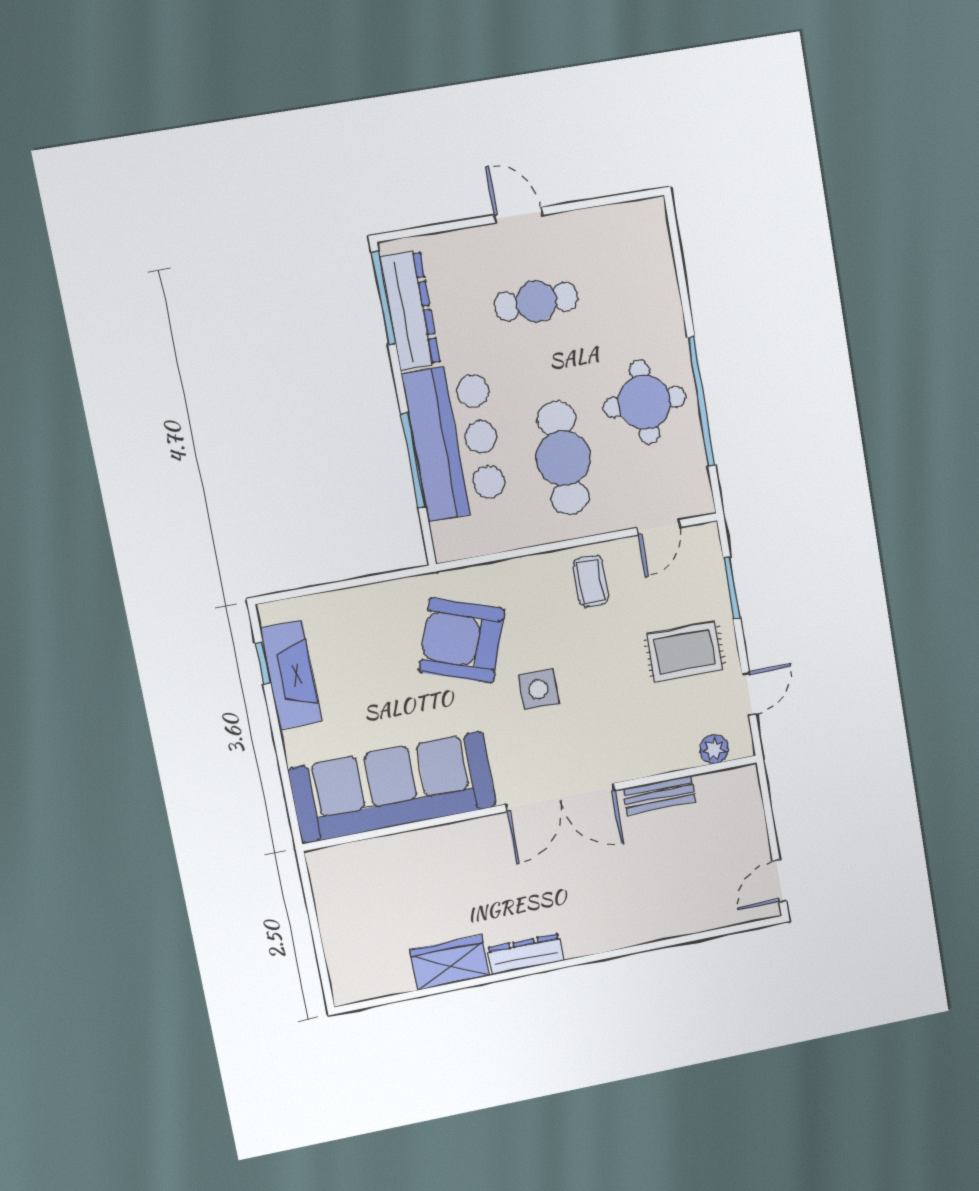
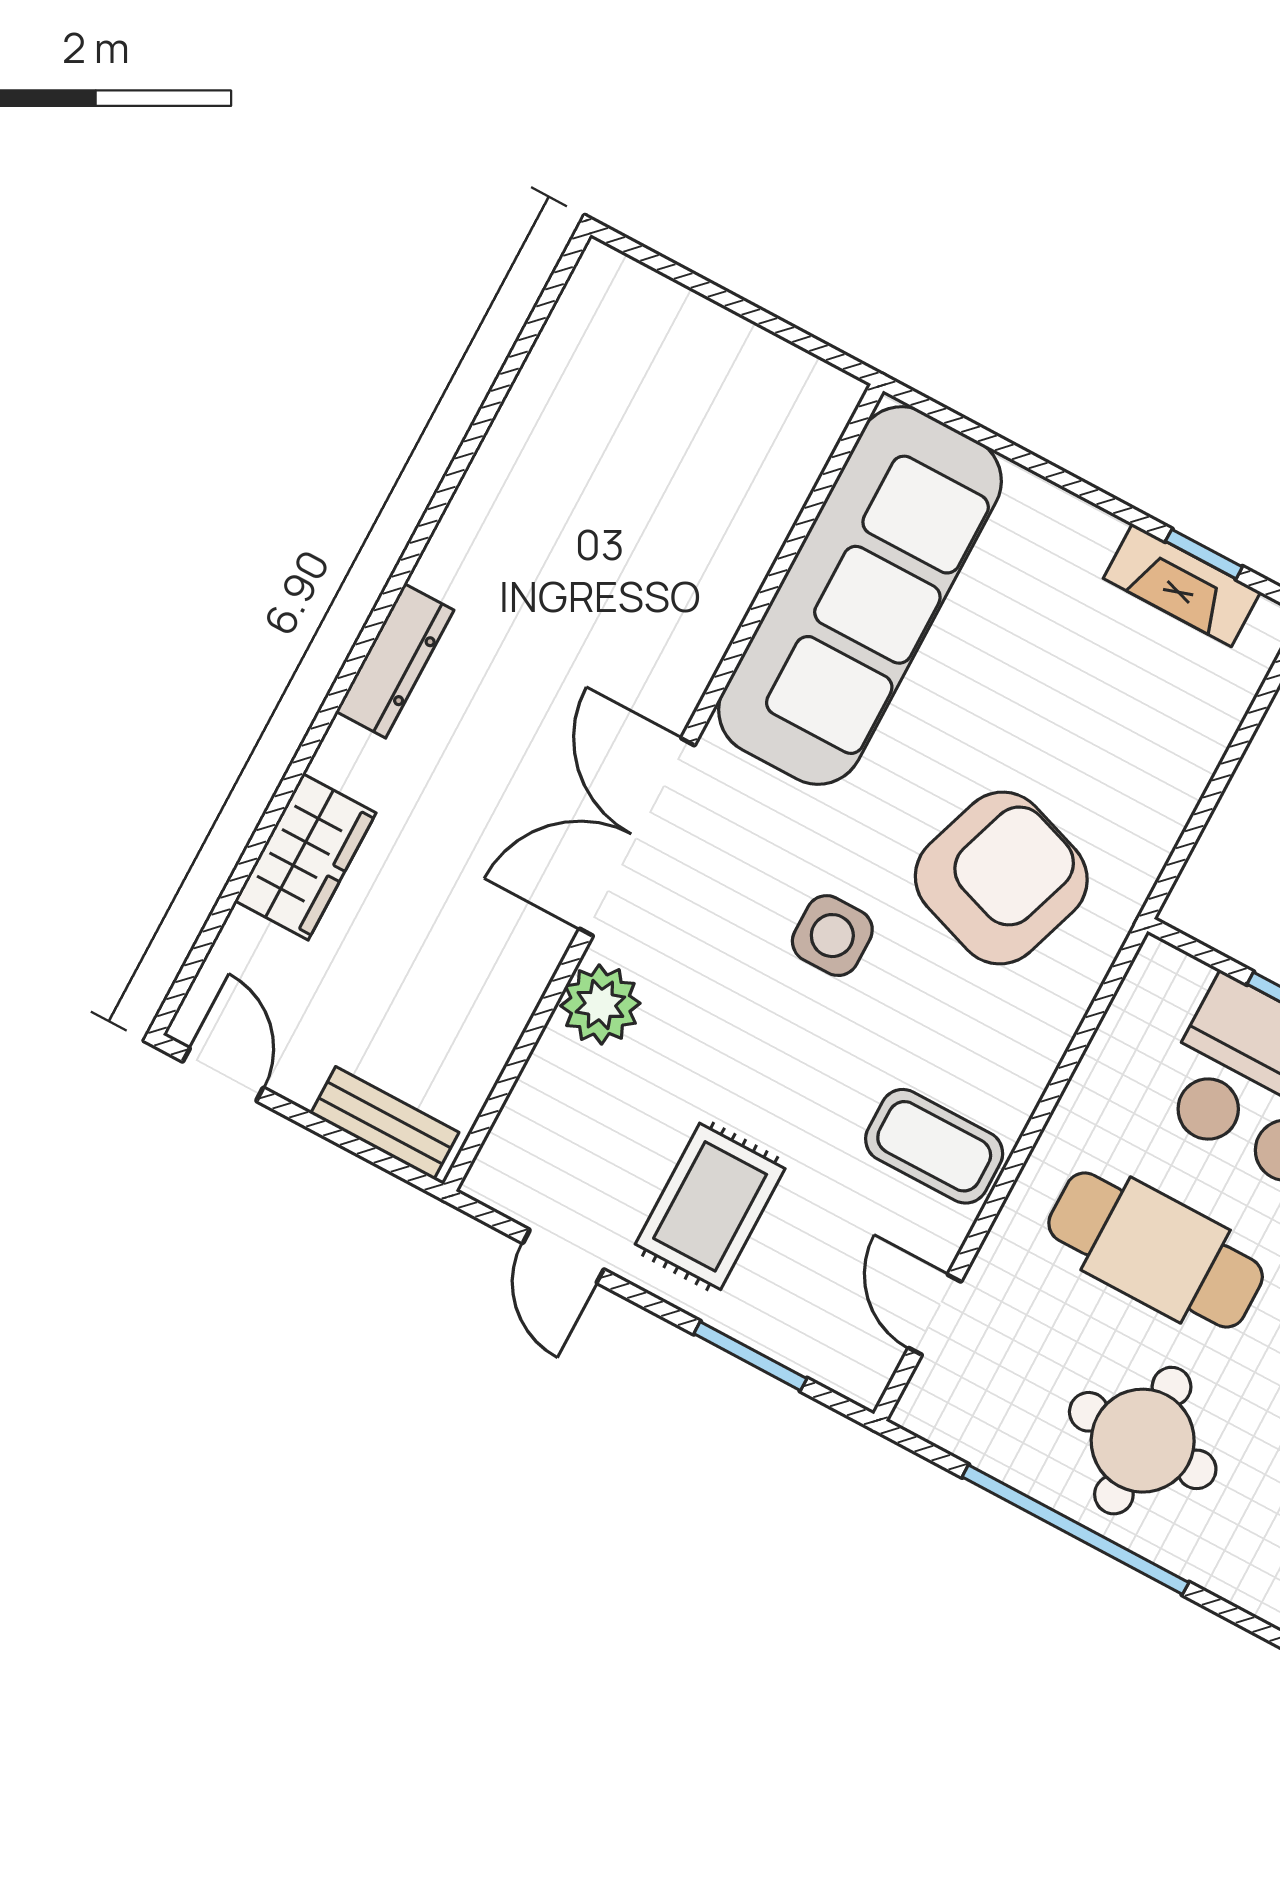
coffee table: (591, 581) -> (934, 1146), width x1.36, depth x1.30
fireplace: (291, 675) -> (1182, 585), width x0.73, depth x0.76
plant: (714, 749) -> (600, 1004), moved, width x1.38, depth x1.38
bench: (659, 795) -> (385, 1123), moved, turned 90
dresser: (526, 954) -> (395, 661), moved
wardrobe: (450, 963) -> (305, 857), moved

